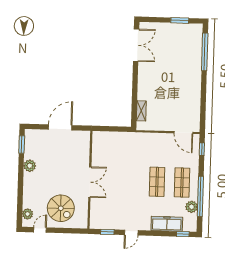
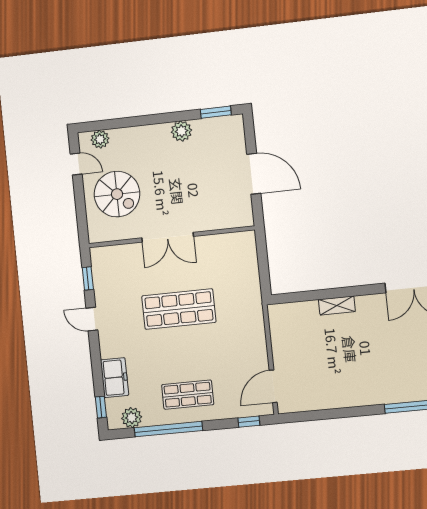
shelving: (141, 111) -> (337, 305), moved
shop shelf: (157, 182) -> (179, 309), moved, width x1.43, depth x1.36
plant: (191, 207) -> (132, 418), moved
spiral stairs: (61, 208) -> (117, 194), turned -90
freezer: (167, 224) -> (115, 378), width x0.71

